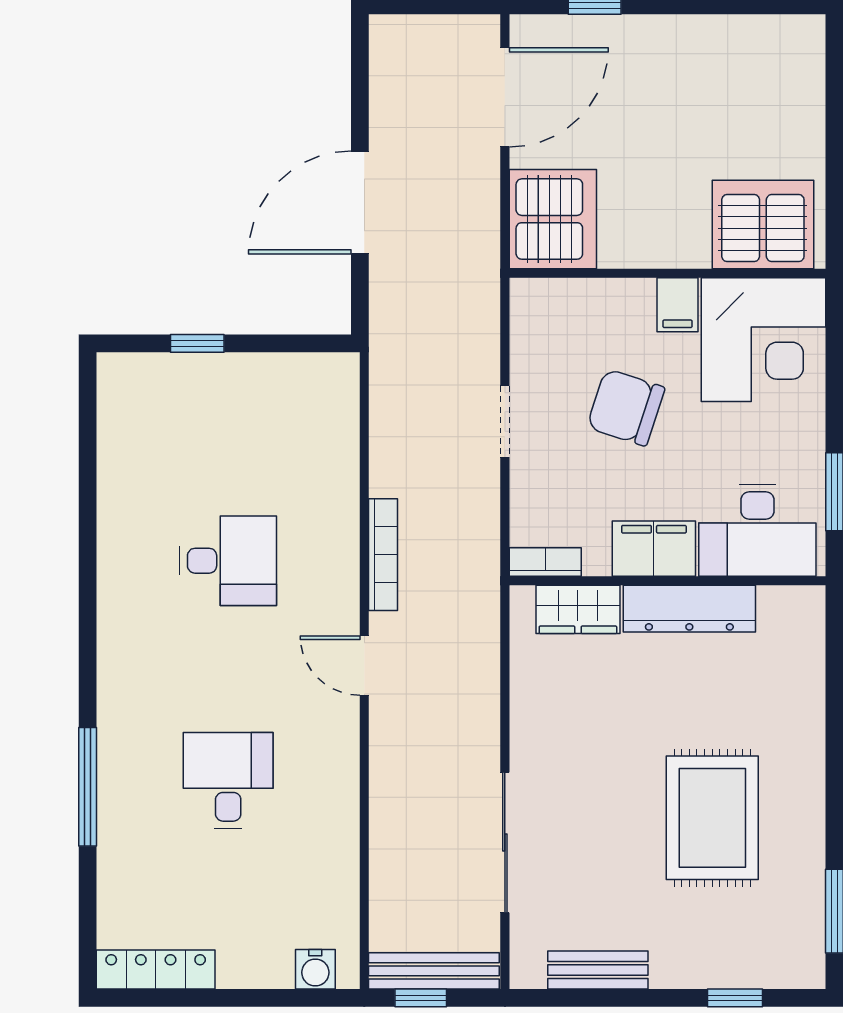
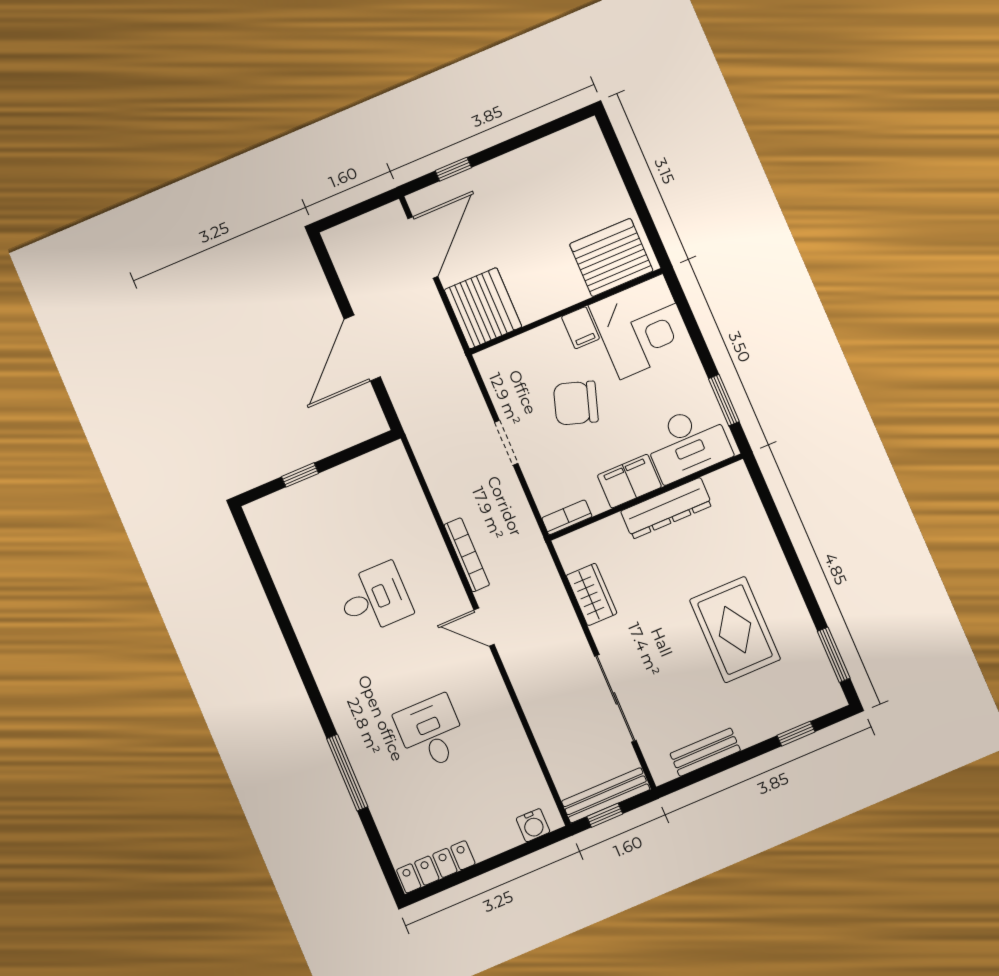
wardrobe: (578, 609) -> (592, 594), moved, turned -90

